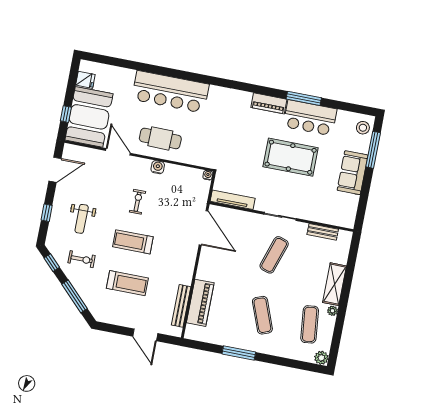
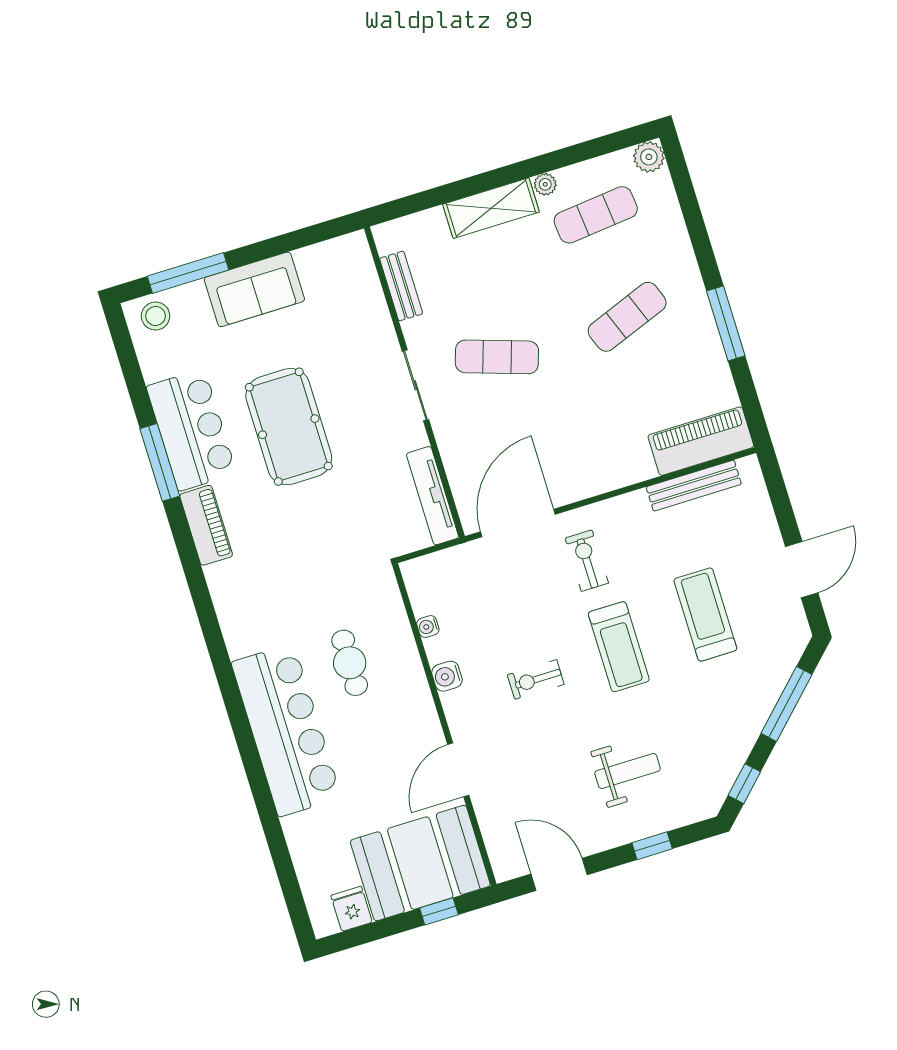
cafe table: (160, 138) -> (350, 663), moved, width x0.73, depth x0.74
water cooler: (208, 175) -> (428, 627), moved
exercise bike: (82, 259) -> (587, 561), moved
piano: (200, 303) -> (701, 441), moved
door: (145, 335) -> (802, 570), moved

